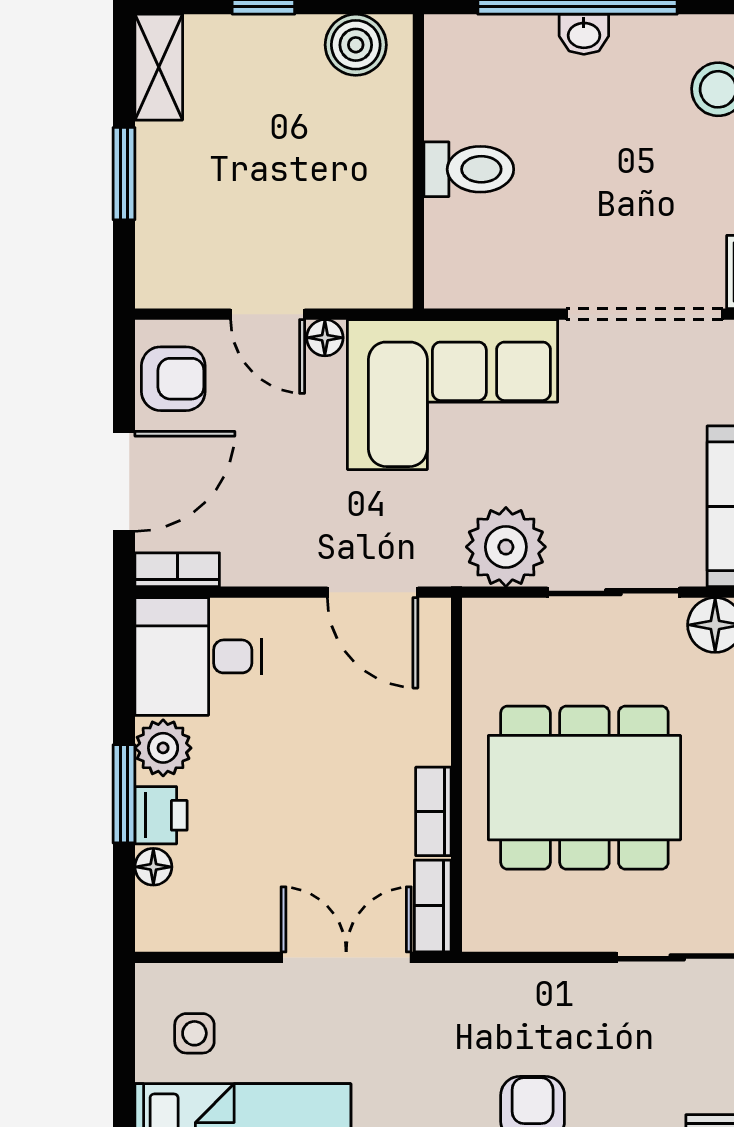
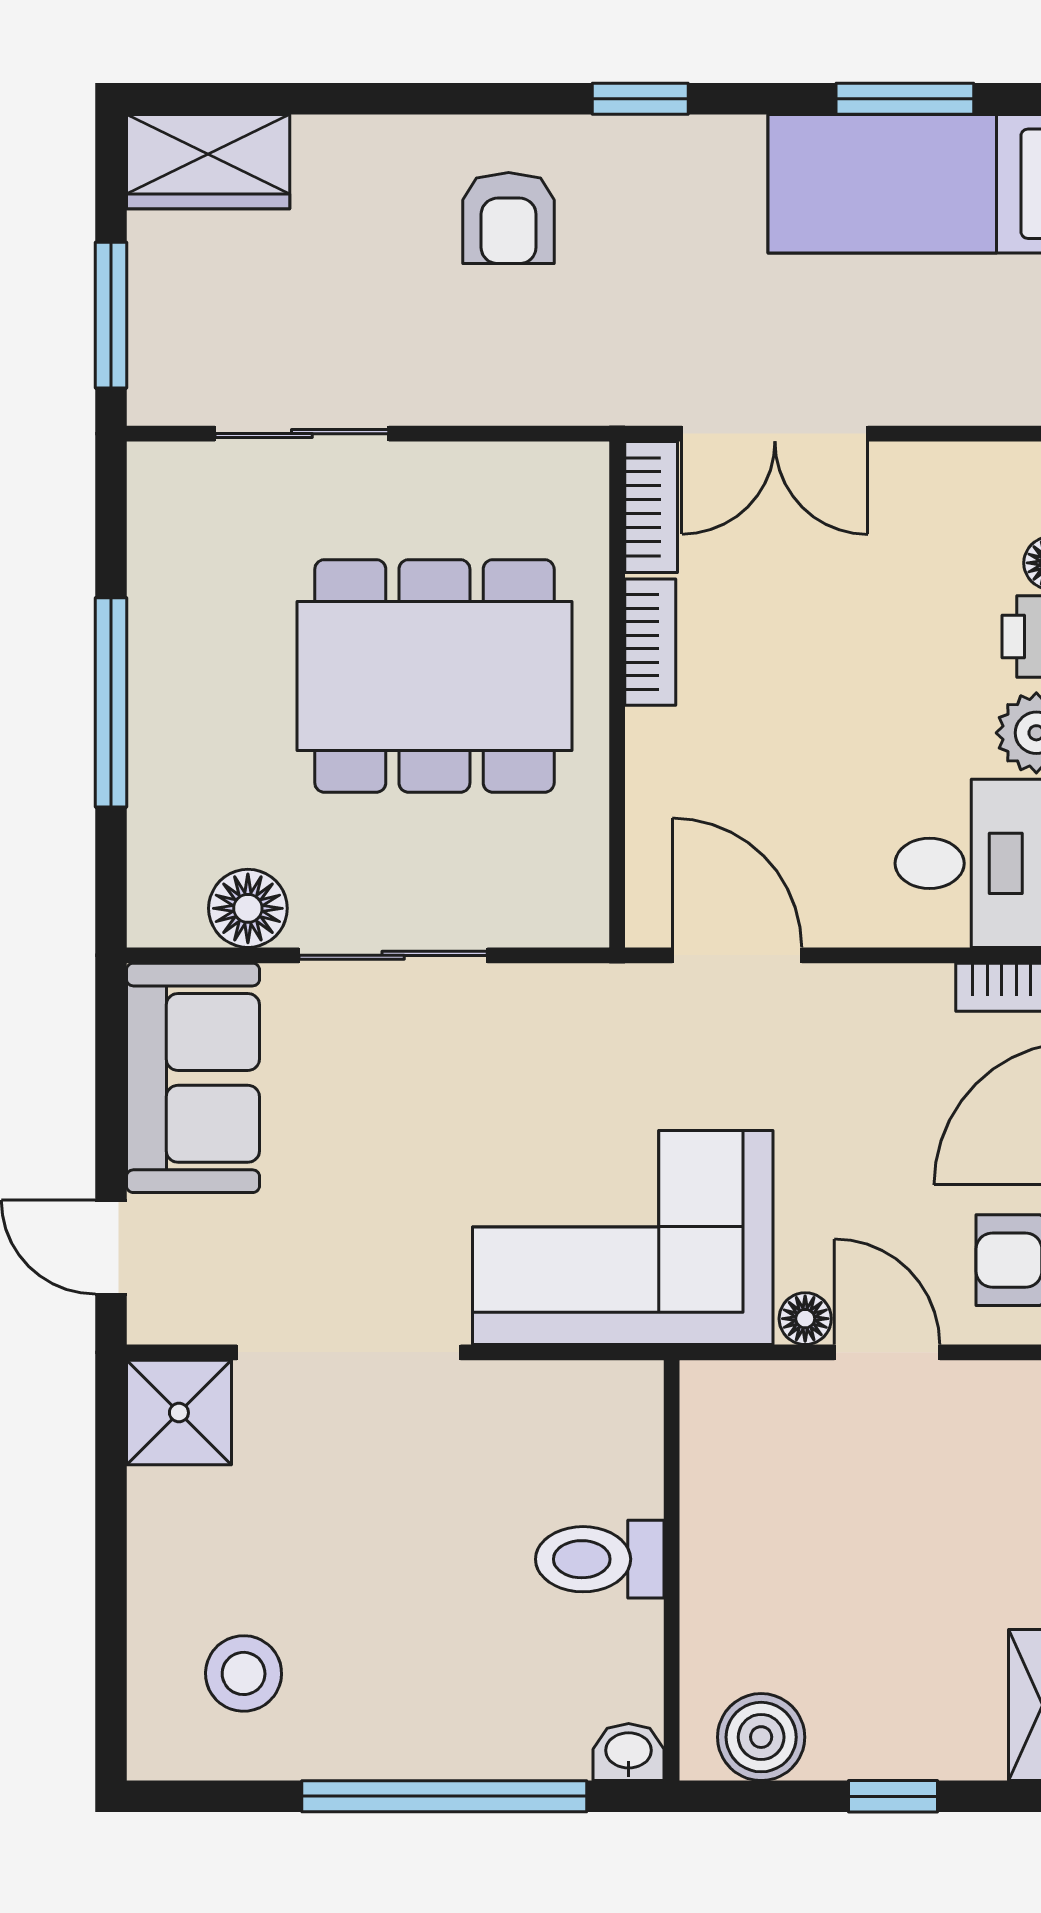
washbasin: (584, 34) -> (629, 1752), moved
plant: (506, 547) -> (547, 1020), removed
side table: (194, 1033) -> (992, 325), removed

